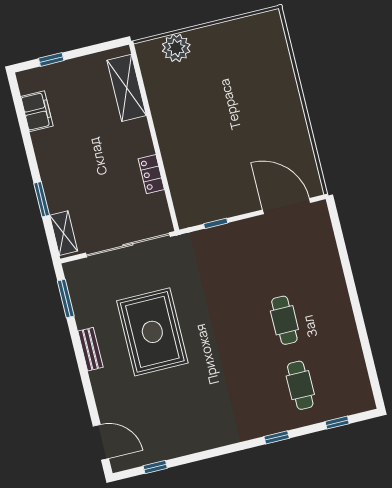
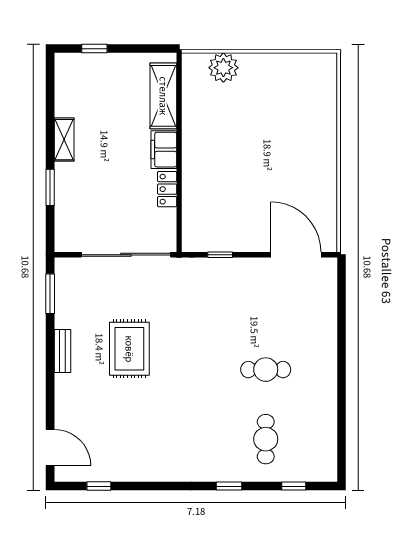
filing cabinet: (37, 111) -> (164, 150), moved, turned 180
shelving: (64, 233) -> (64, 140), moved
cafe table: (284, 320) -> (266, 370), turned 90
rug: (152, 332) -> (129, 349), width x0.73, depth x0.69

